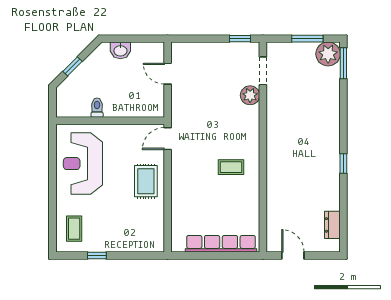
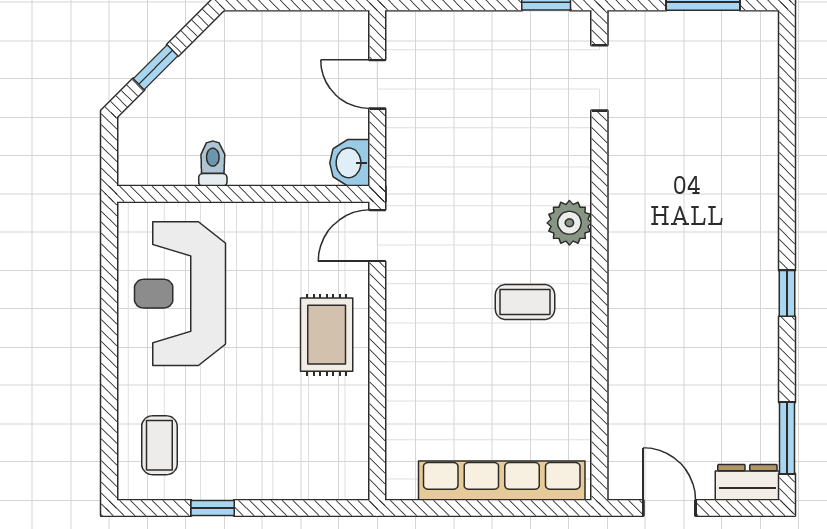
washbasin: (120, 50) -> (350, 163), moved, turned 90
plant: (328, 54) -> (751, 38), removed
window: (343, 63) -> (787, 438), moved
plant: (250, 95) -> (569, 223), moved
dresser: (332, 225) -> (747, 482), moved, turned 90

